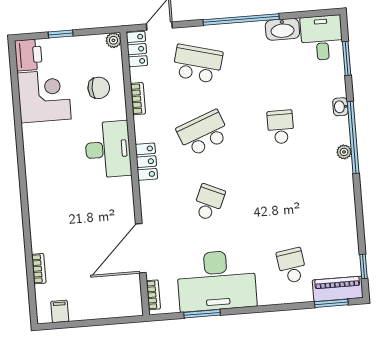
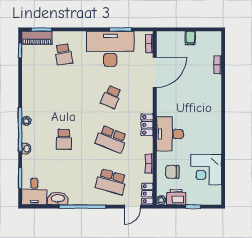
printer: (28, 55) -> (176, 197), moved, turned 90
school desk: (203, 133) -> (111, 139), turned 42
filing cabinet: (60, 311) -> (190, 38), moved

